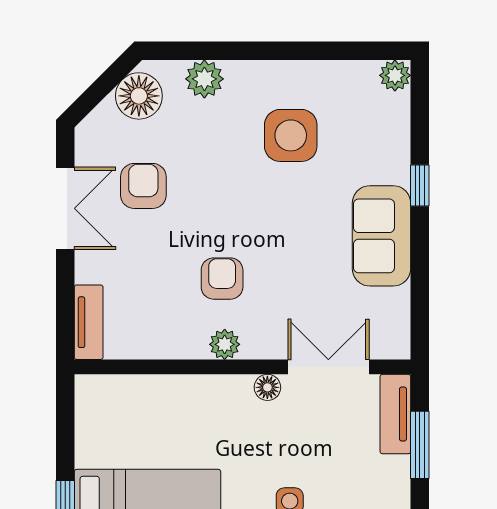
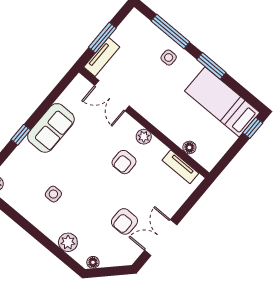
floor lamp: (139, 96) -> (93, 262), width x0.53, depth x0.53
side table: (291, 135) -> (53, 194), width x0.54, depth x0.54
tv unit: (89, 322) -> (180, 167), moved, turned -90
floor lamp: (267, 387) -> (189, 147), moved

